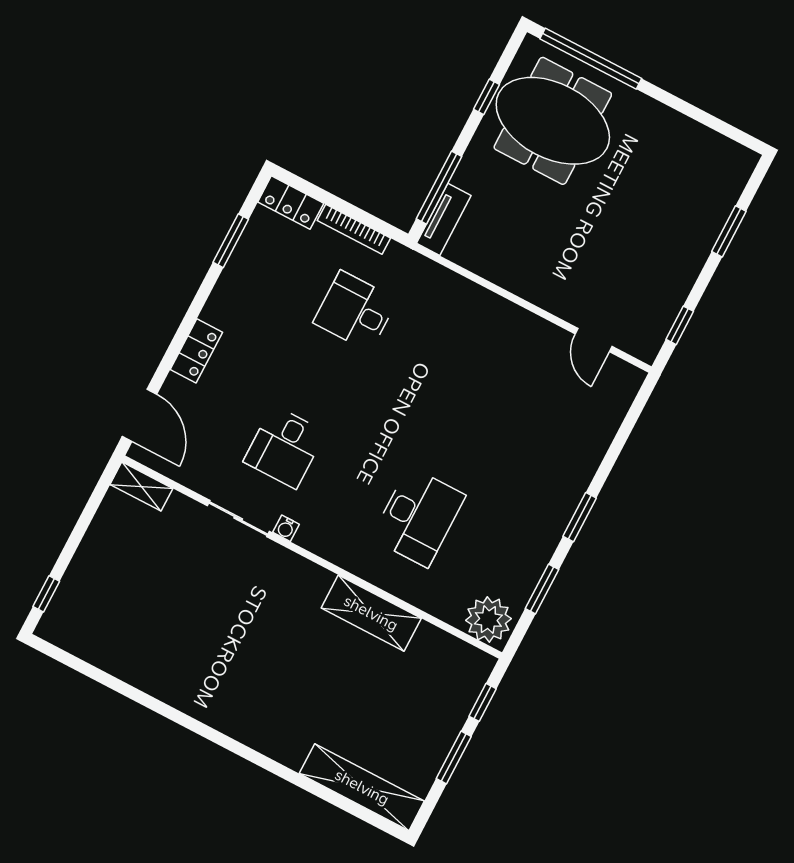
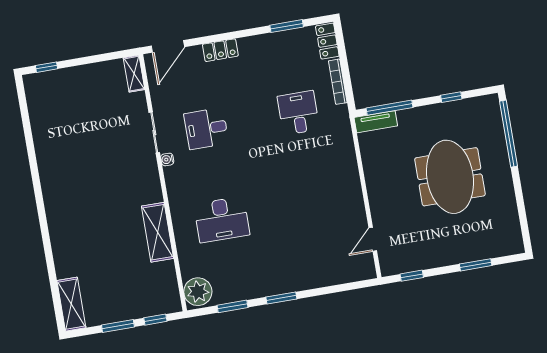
meeting table: (553, 121) -> (450, 177), moved
shelving: (362, 787) -> (71, 304), width x0.68

